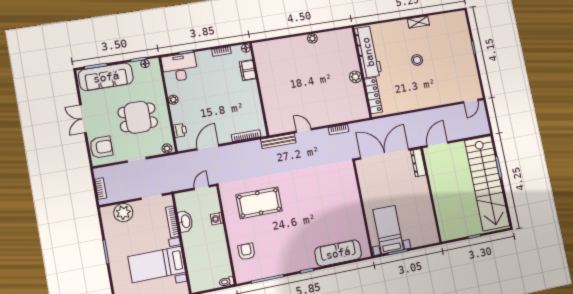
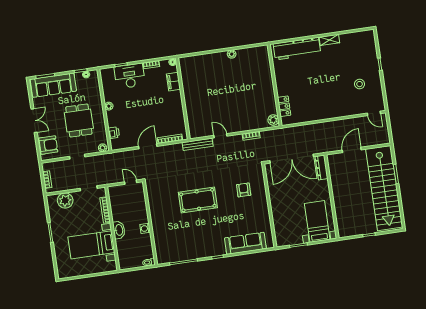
workbench: (368, 52) -> (297, 49), moved, turned 90
stool: (417, 60) -> (360, 84), moved
desk: (180, 67) -> (130, 76), moved
plant: (356, 77) -> (273, 120), moved
locker: (373, 96) -> (284, 106), width x0.66
door: (471, 101) -> (374, 113), hinge flipped
dining table: (138, 117) -> (79, 120), turned 90
double door: (83, 119) -> (34, 121), swing flipped
door: (437, 144) -> (352, 150), moved
door: (208, 147) -> (148, 146), moved
double door: (385, 154) -> (292, 159), swing flipped
door: (202, 188) -> (131, 182), hinge flipped
pool table: (259, 203) -> (198, 200), moved
washing machine: (217, 219) -> (145, 228), moved
washbasin: (185, 221) -> (119, 230), moved
bed with nightstands: (388, 230) -> (317, 221), moved
armchair: (246, 252) -> (244, 190), moved

